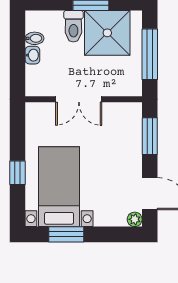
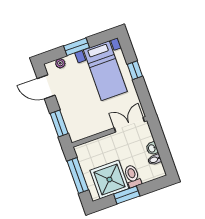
double door: (79, 99) -> (129, 125), moved
plant: (135, 219) -> (60, 63), moved
window: (66, 234) -> (76, 47), moved

